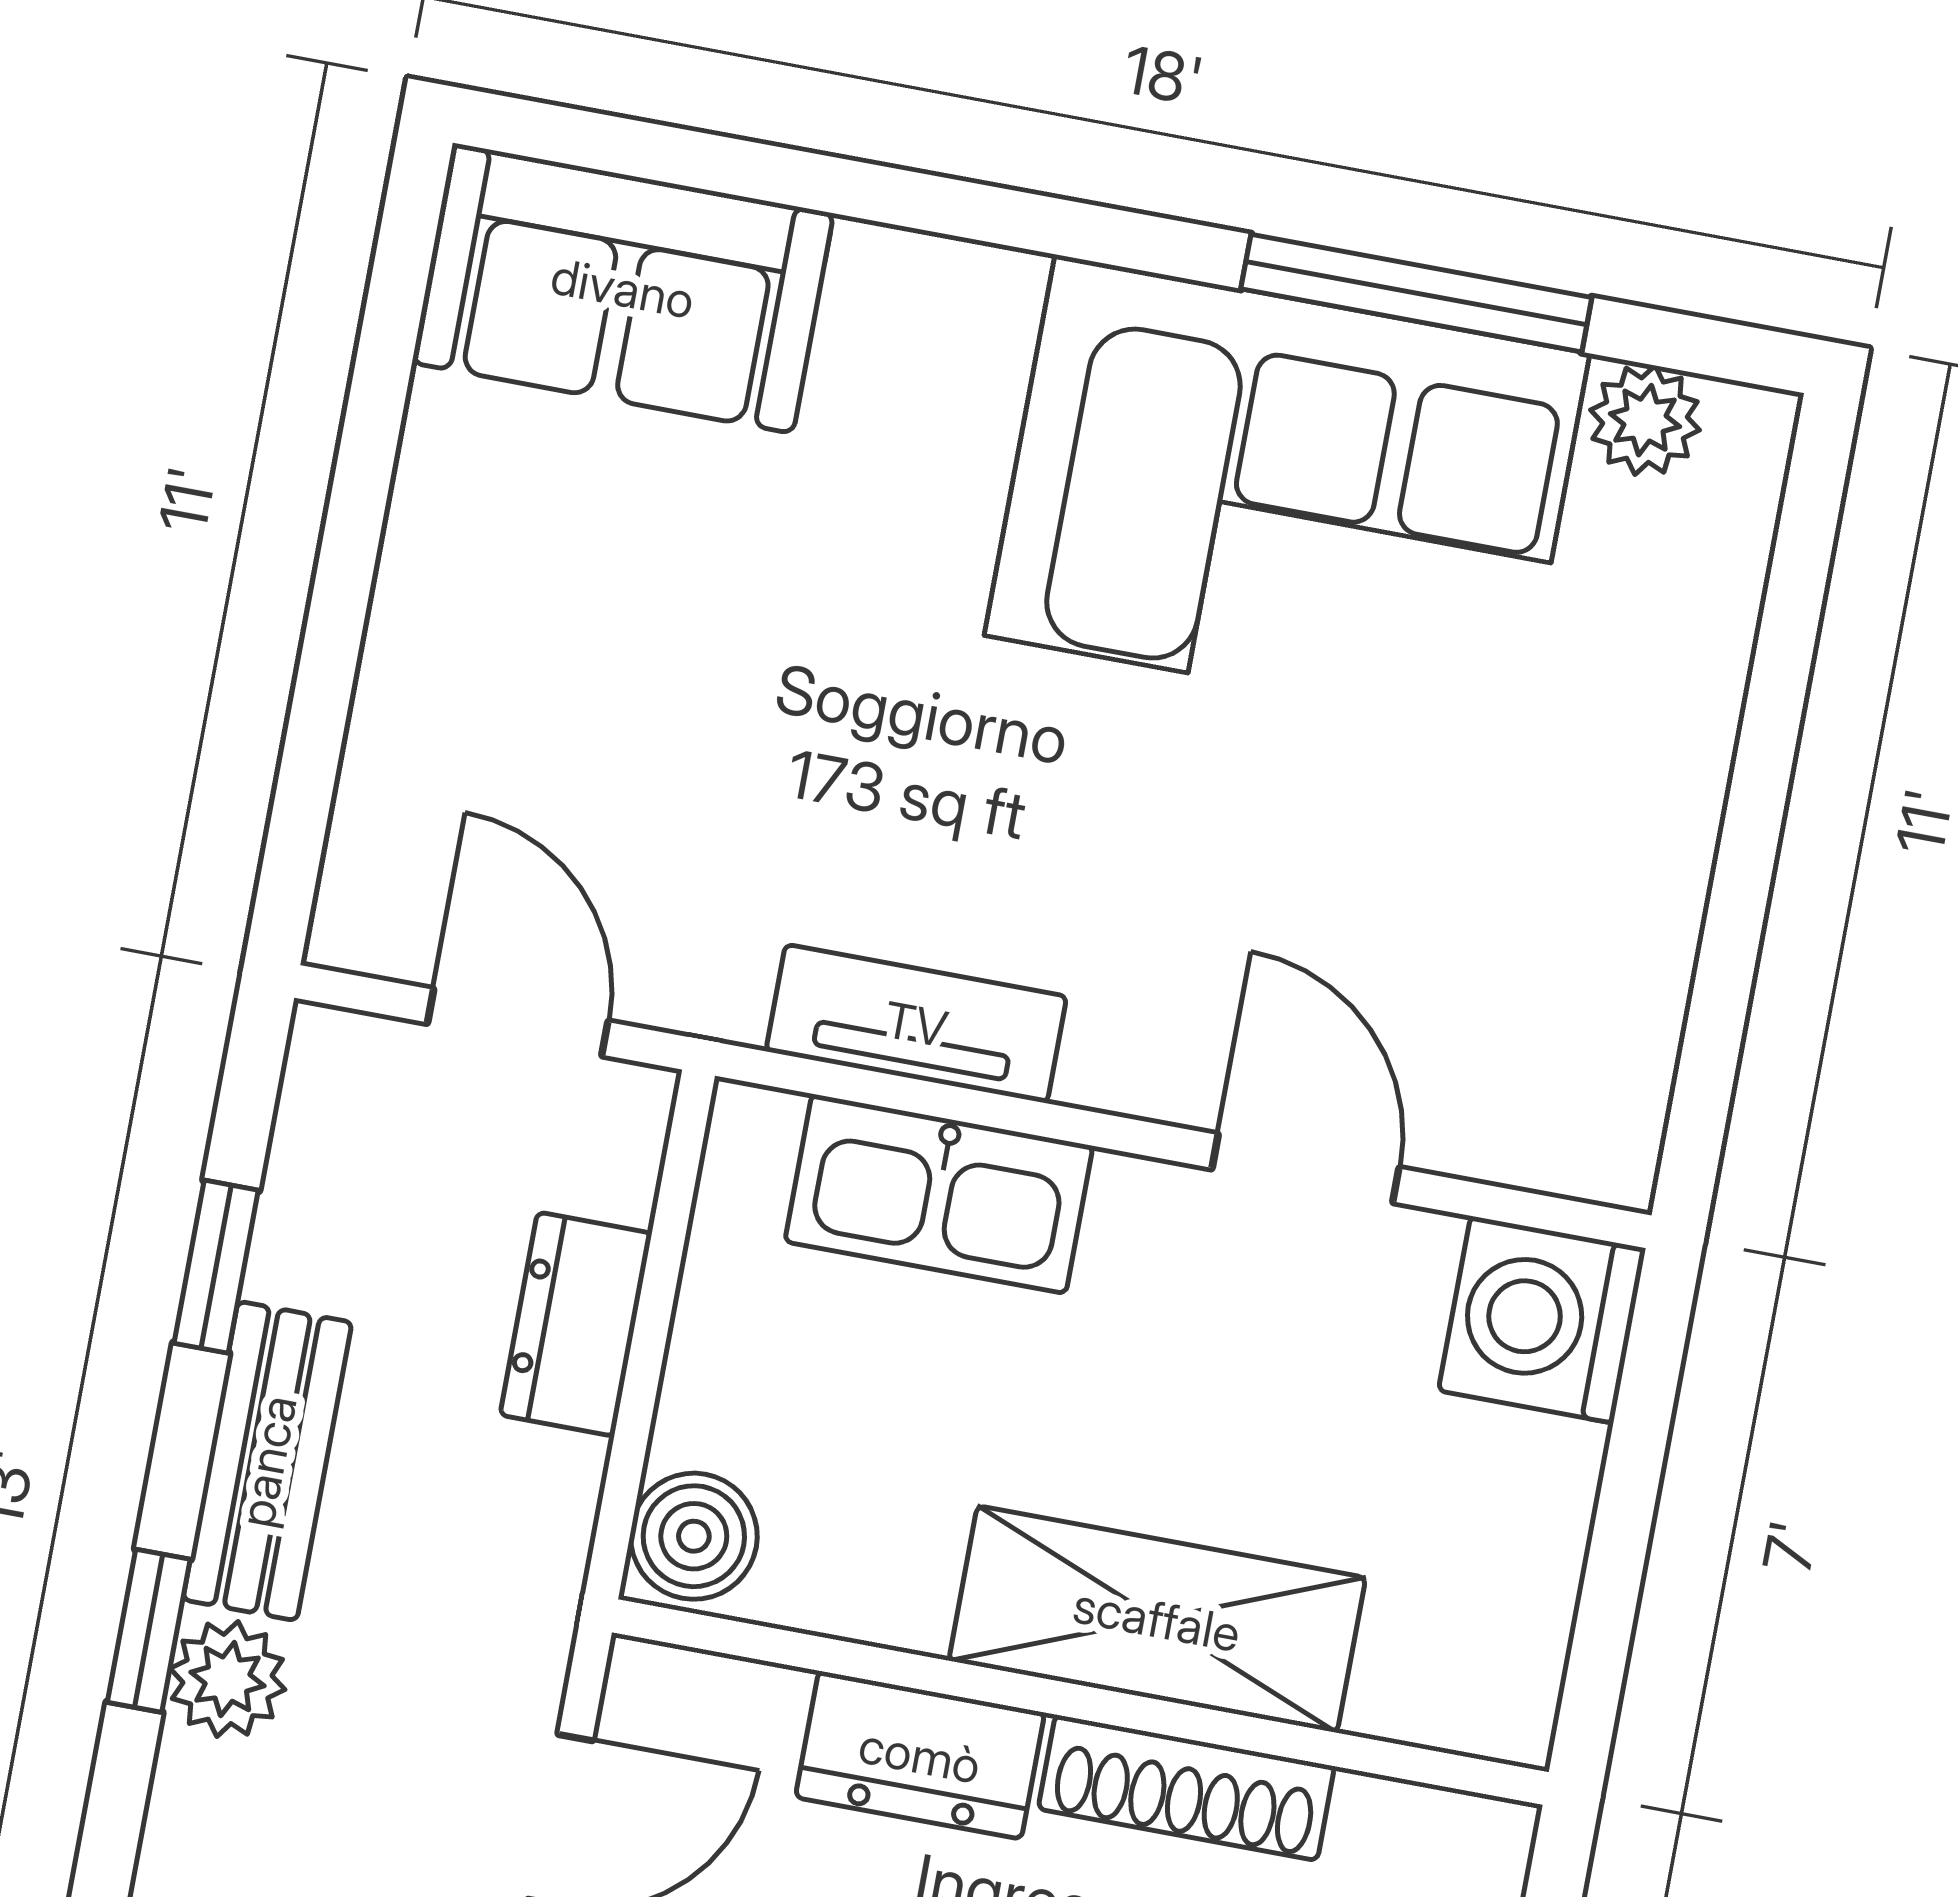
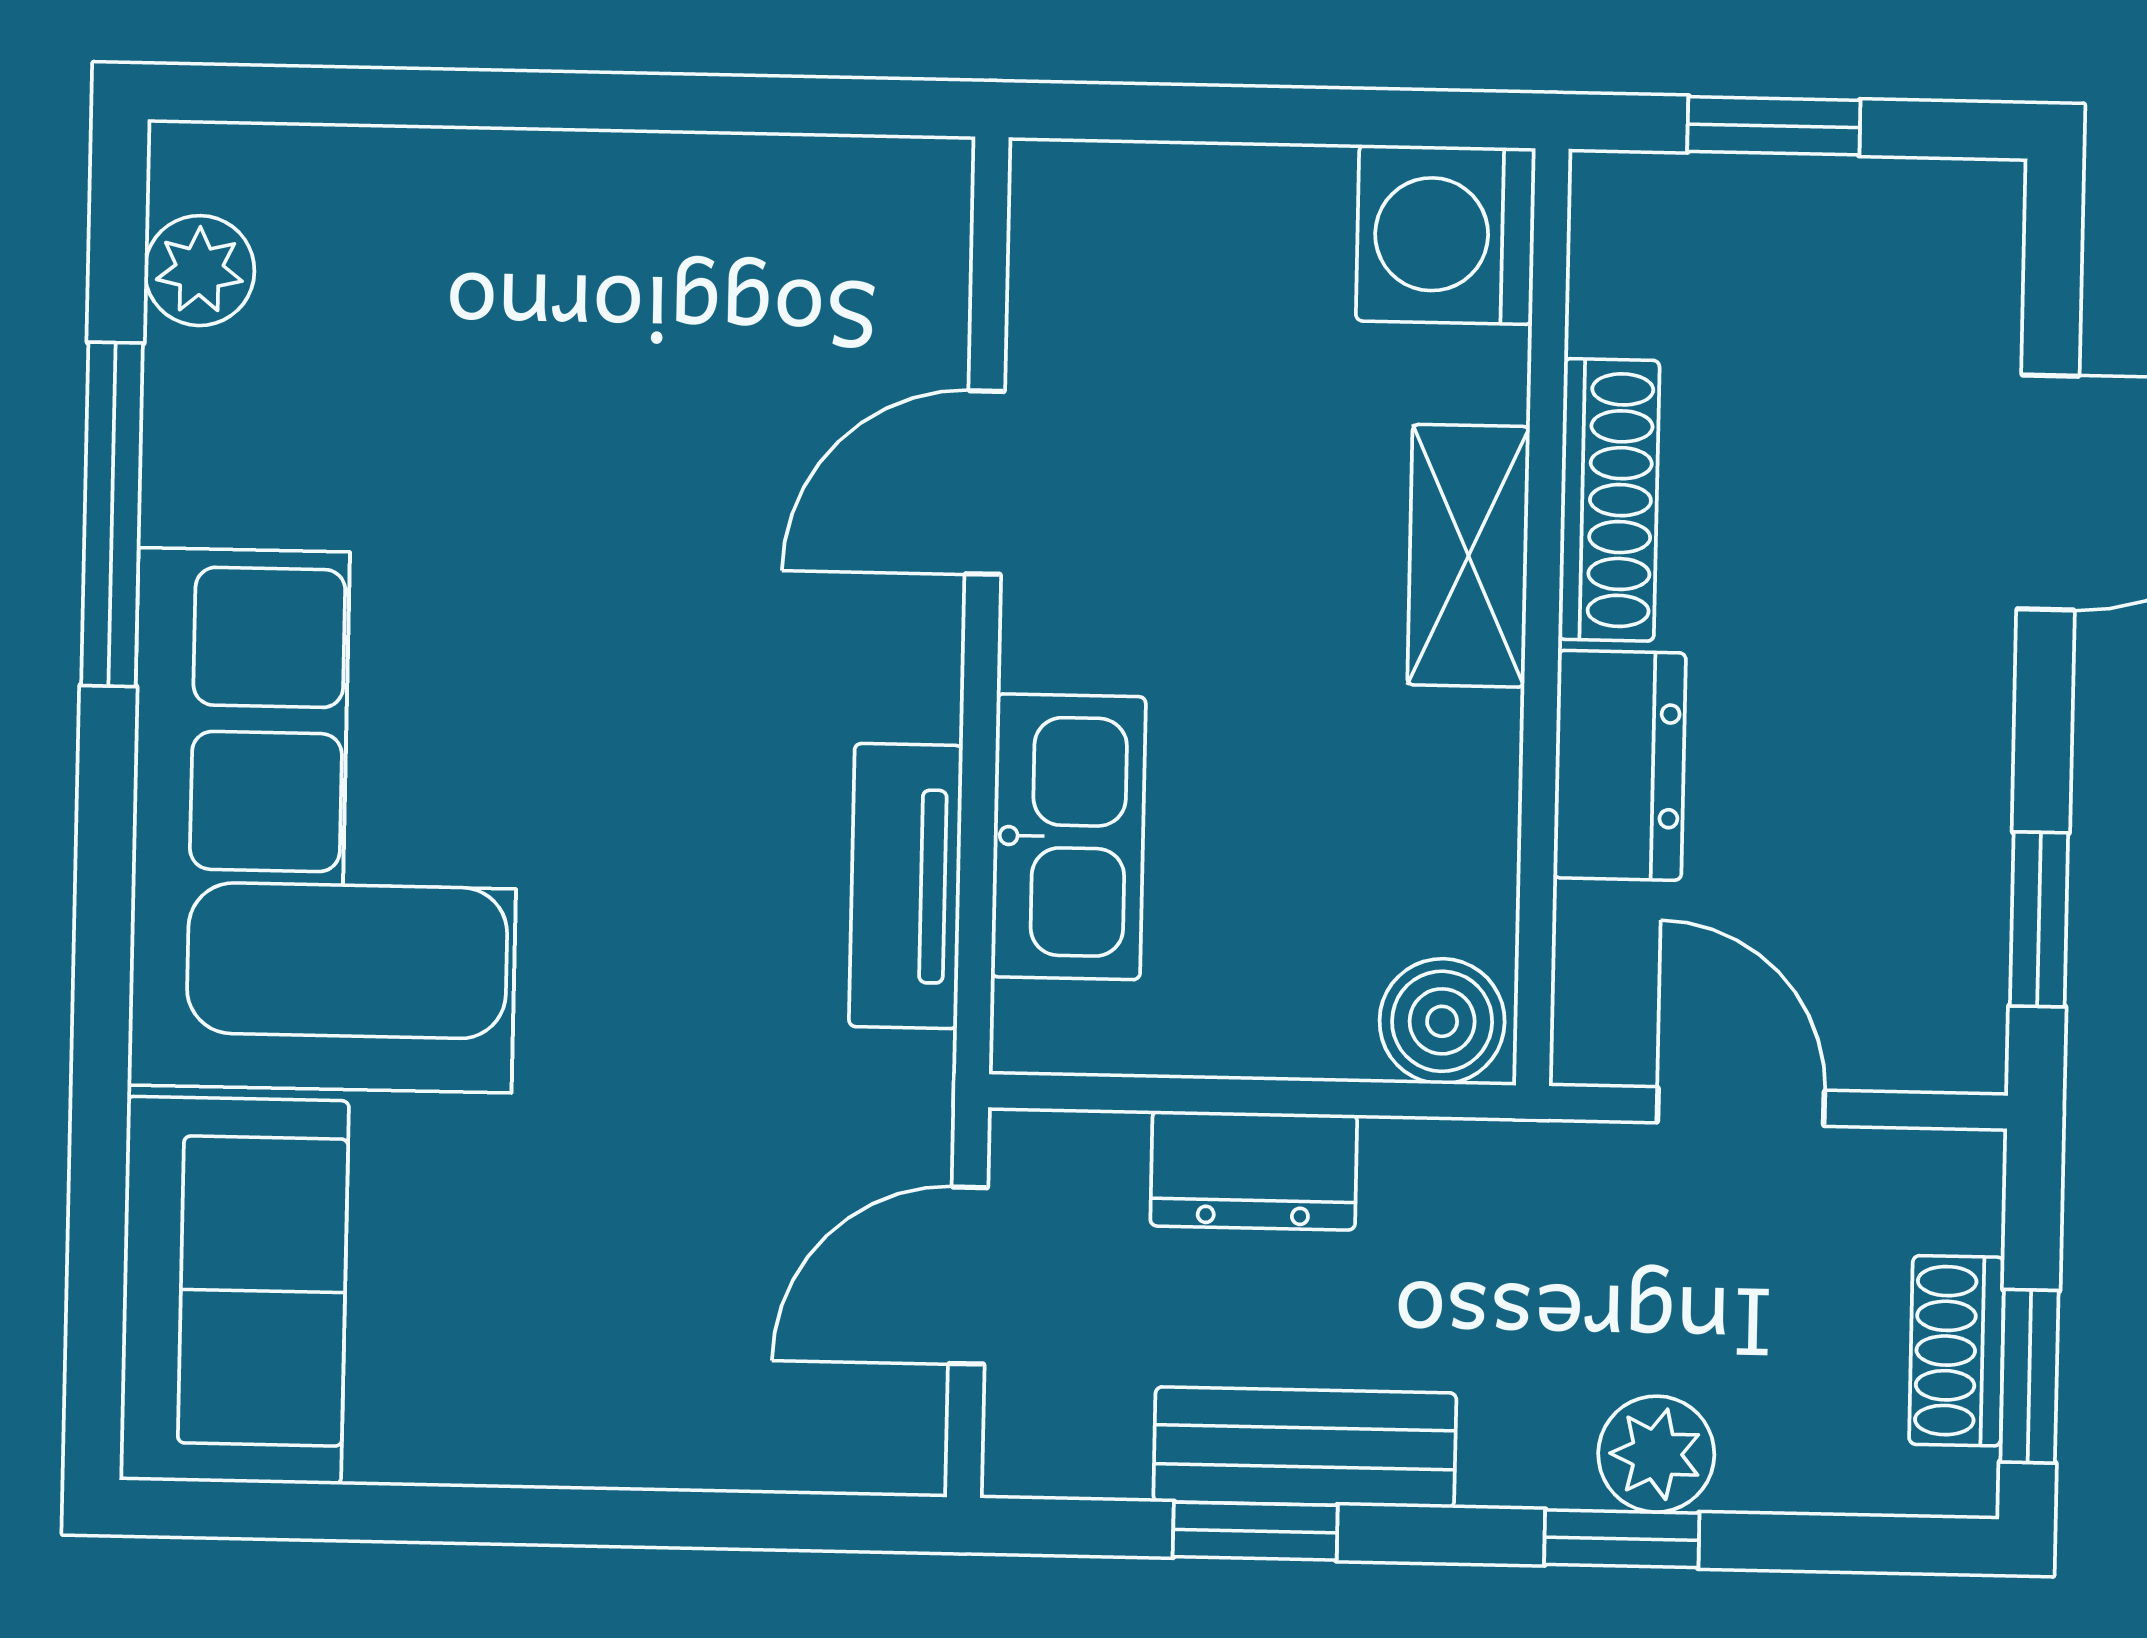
corner sofa: (1287, 495) -> (325, 820), moved
washing machine: (1542, 1320) -> (1446, 235), moved, turned 90
bench: (267, 1461) -> (1305, 1447), moved
shelving: (1157, 1619) -> (1469, 556), width x0.67, depth x0.75

